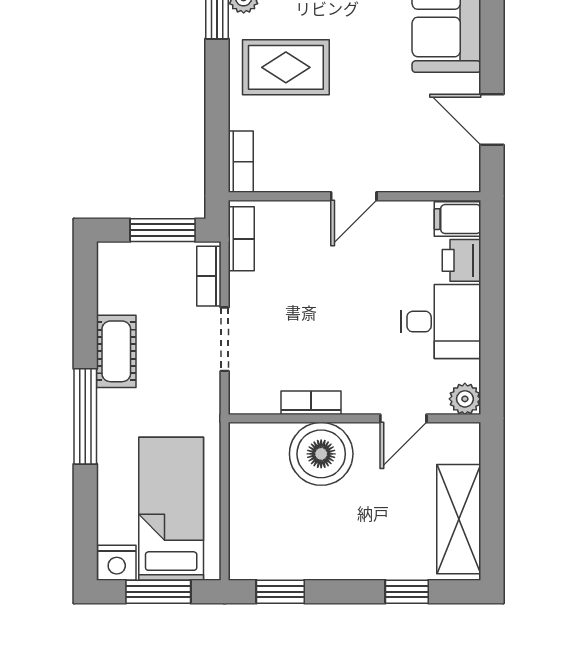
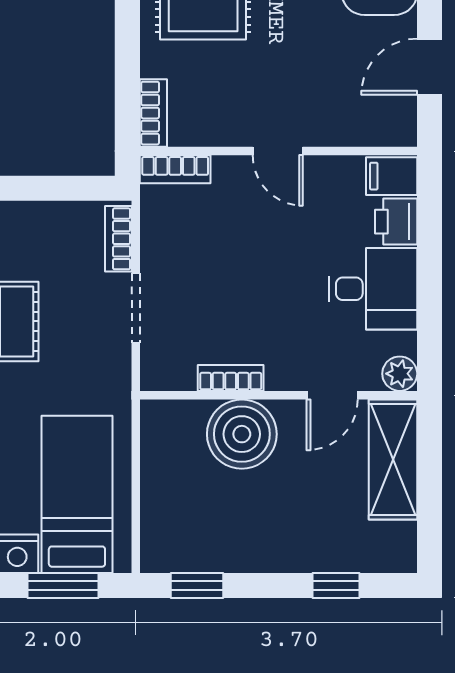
door: (492, 119) -> (429, 67), hinge flipped
door: (354, 196) -> (278, 151), hinge flipped
window: (163, 230) -> (68, 188), removed
bookcase: (241, 239) -> (175, 169), moved, turned 90
shelving: (459, 519) -> (393, 459), moved

